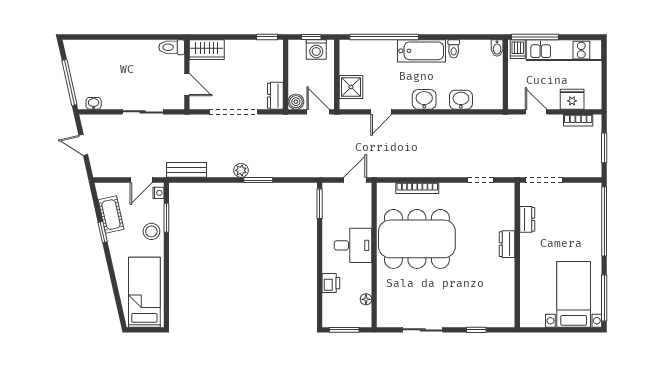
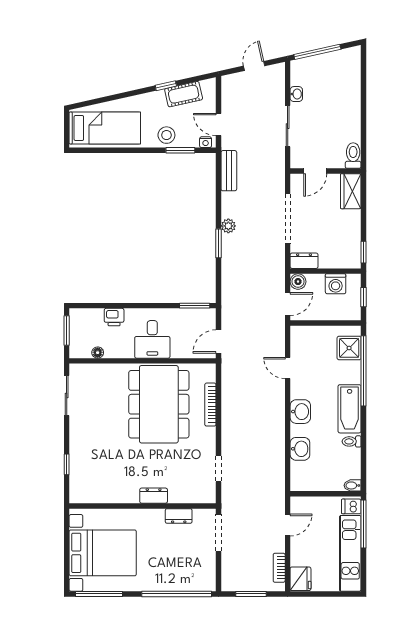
washing machine: (316, 49) -> (336, 284), moved, turned -90
shower: (351, 87) -> (349, 348), moved
fridge: (572, 99) -> (300, 579), moved
washbasin: (94, 103) -> (296, 94), moved
door: (355, 180) -> (219, 342), swing flipped
bed with nightstands: (574, 294) -> (103, 553), width x1.36
sliding door: (423, 330) -> (67, 395), moved

